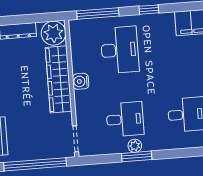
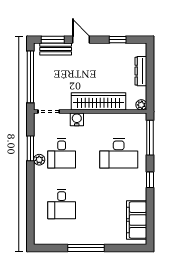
plant: (54, 33) -> (141, 105), width x0.53, depth x0.53
water cooler: (81, 81) -> (77, 119), moved
window: (137, 156) -> (30, 148), moved

